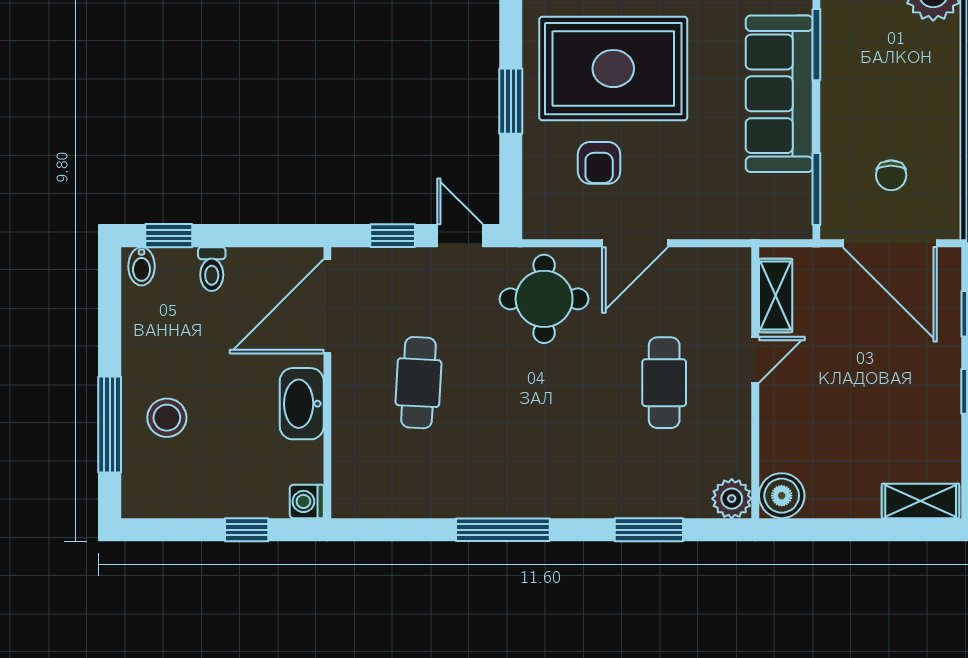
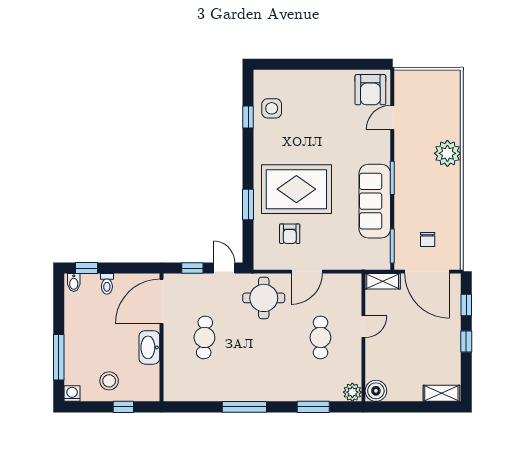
shelving: (776, 295) -> (383, 281), moved, turned 90
stool: (167, 418) -> (109, 381), moved
washing machine: (307, 501) -> (72, 394), moved, turned 90

